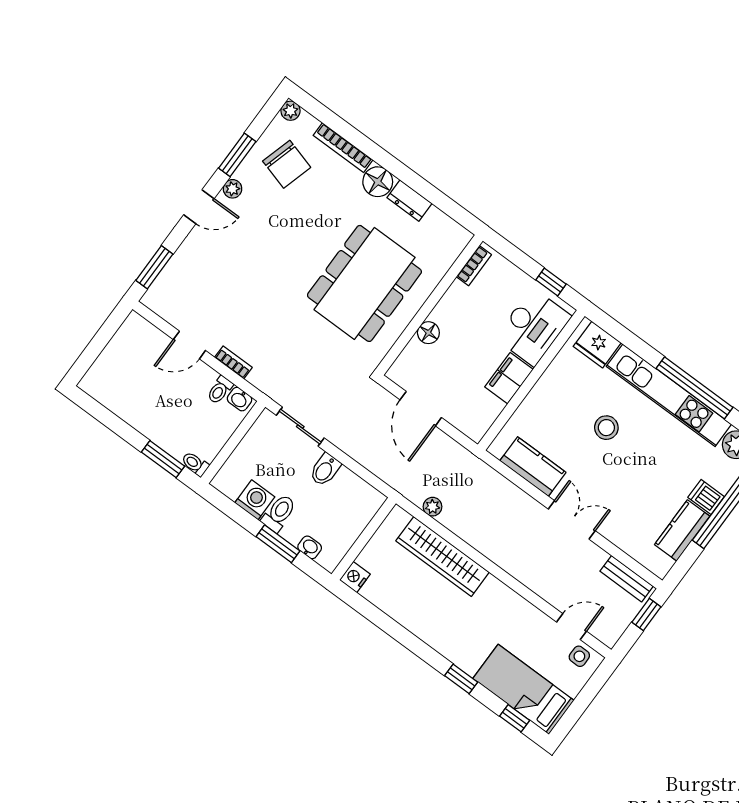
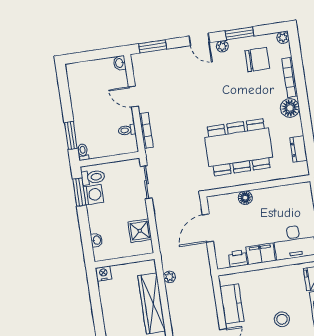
chair: (287, 164) -> (257, 60), turned -106
dresser: (410, 201) -> (298, 149), moved
bookcase: (474, 266) -> (295, 188), removed
bookcase: (233, 362) -> (146, 130), width x1.56
washbasin: (240, 399) -> (120, 63), moved
printer: (488, 409) -> (238, 258), added
bidet: (325, 470) -> (138, 212), removed
shower: (347, 488) -> (140, 231), added
toilet: (279, 513) -> (93, 177), moved
window: (278, 544) -> (79, 192), moved

